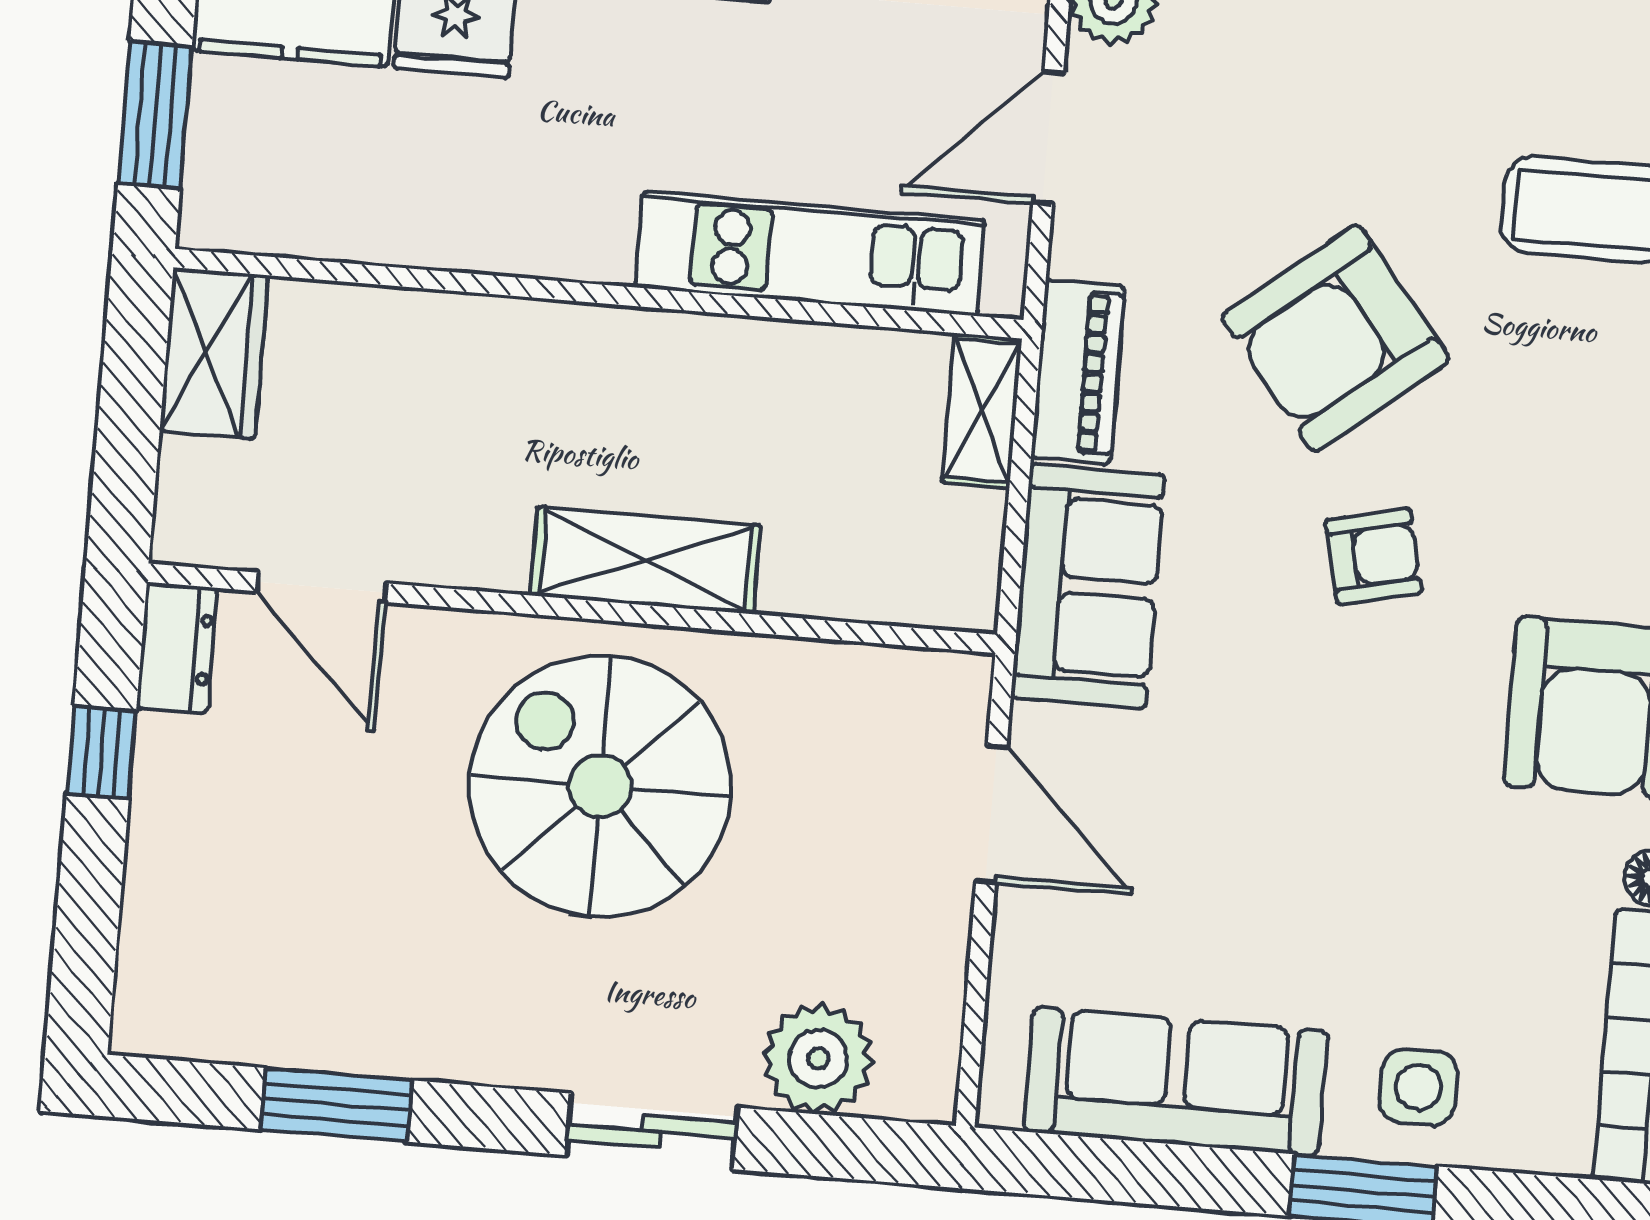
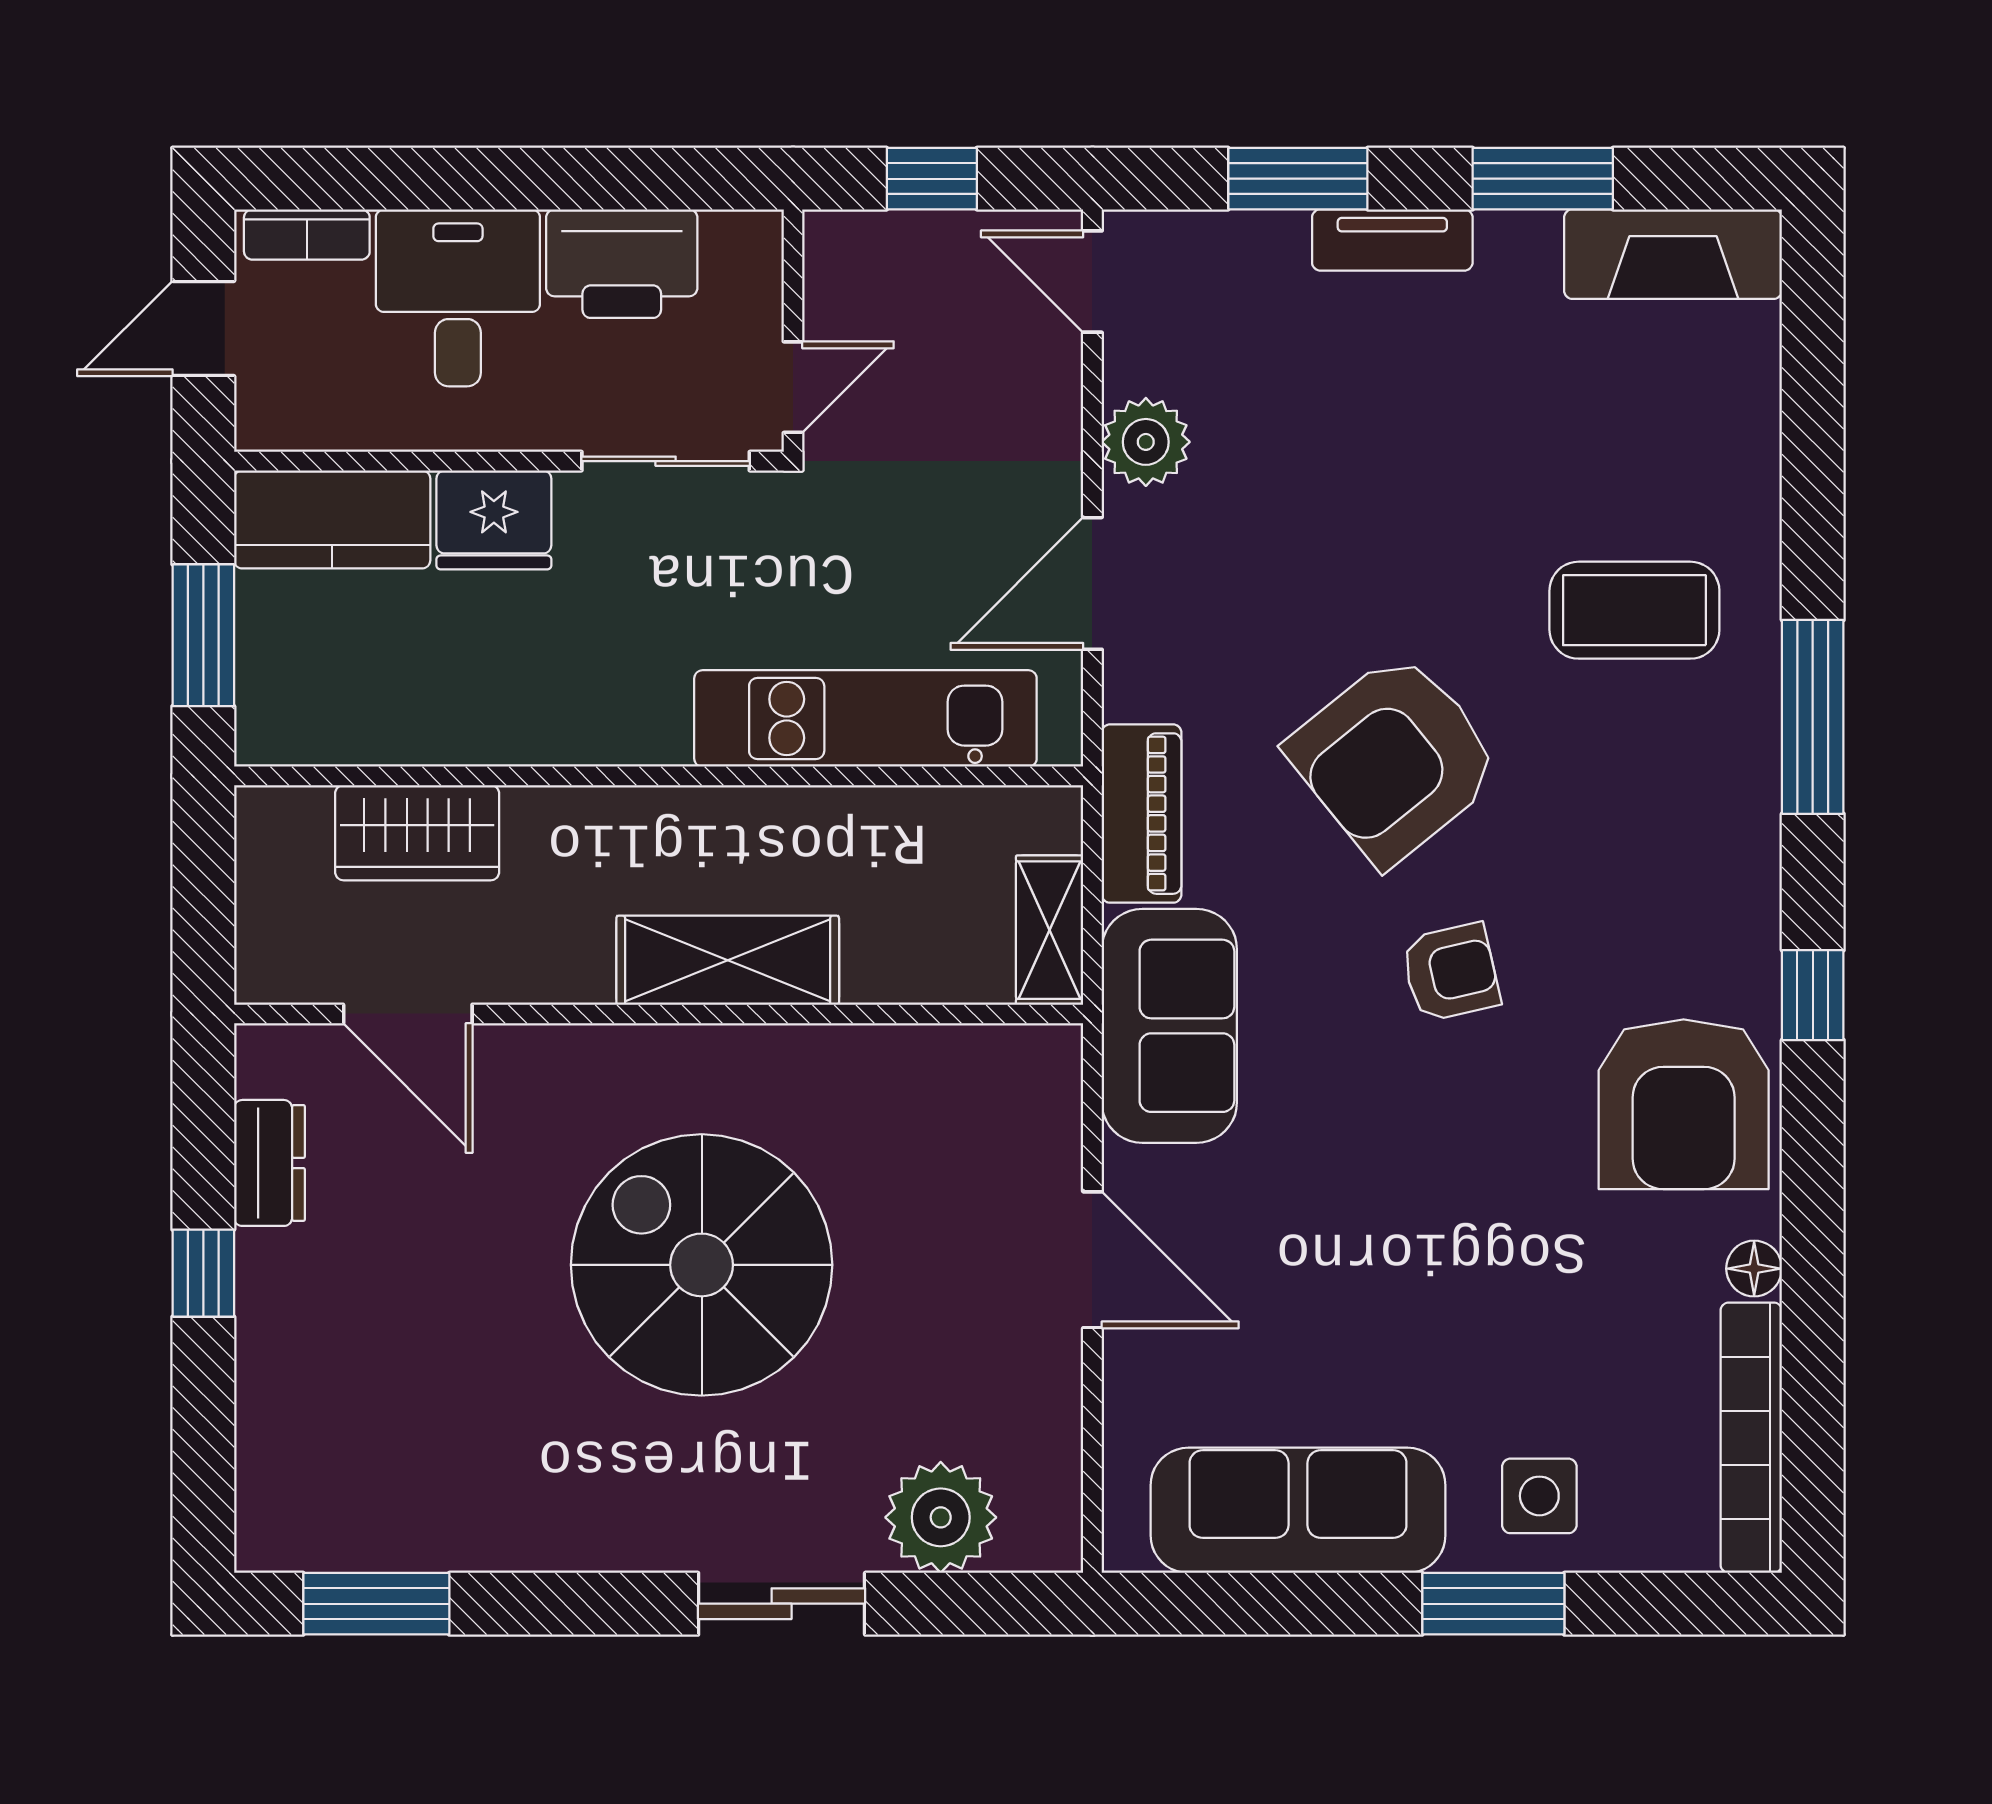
wardrobe: (214, 353) -> (417, 833), moved, turned 90
shelving: (982, 410) -> (1050, 930), moved
shelving: (645, 560) -> (728, 960), moved
door: (321, 587) -> (408, 1014), moved
wall: (572, 608) -> (659, 1014), moved
window: (336, 1105) -> (376, 1604), moved

